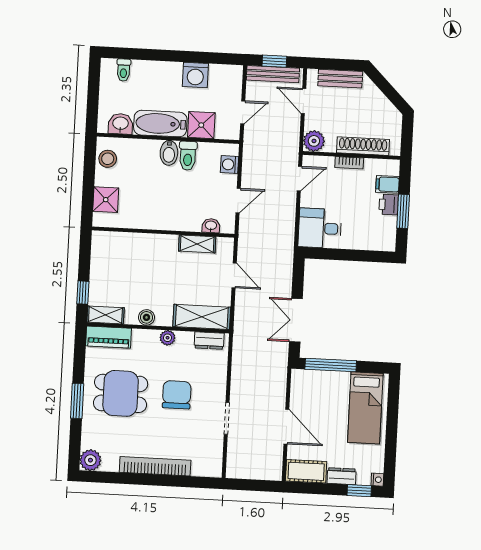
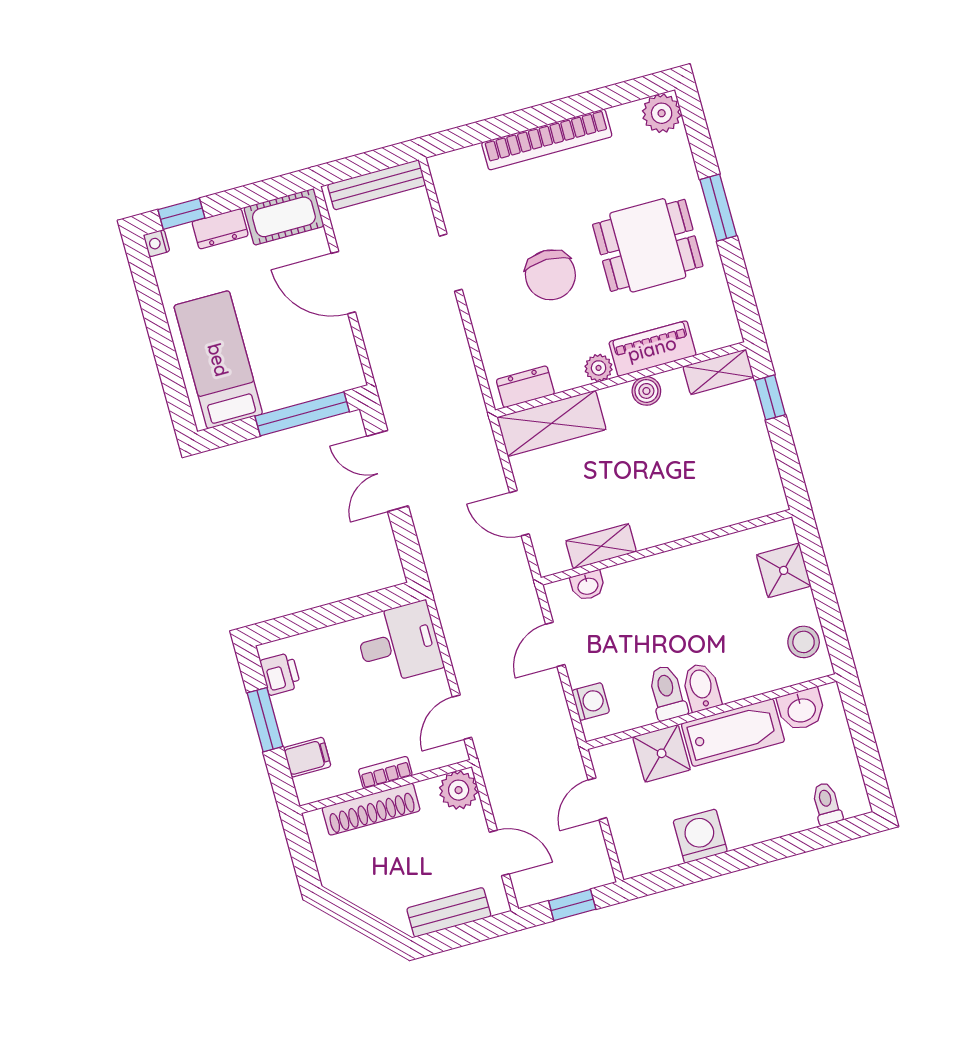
bench: (273, 74) -> (377, 185), moved
printer: (389, 205) -> (280, 674), moved
double door: (296, 320) -> (388, 471), swing flipped
piano: (109, 337) -> (652, 349), moved

